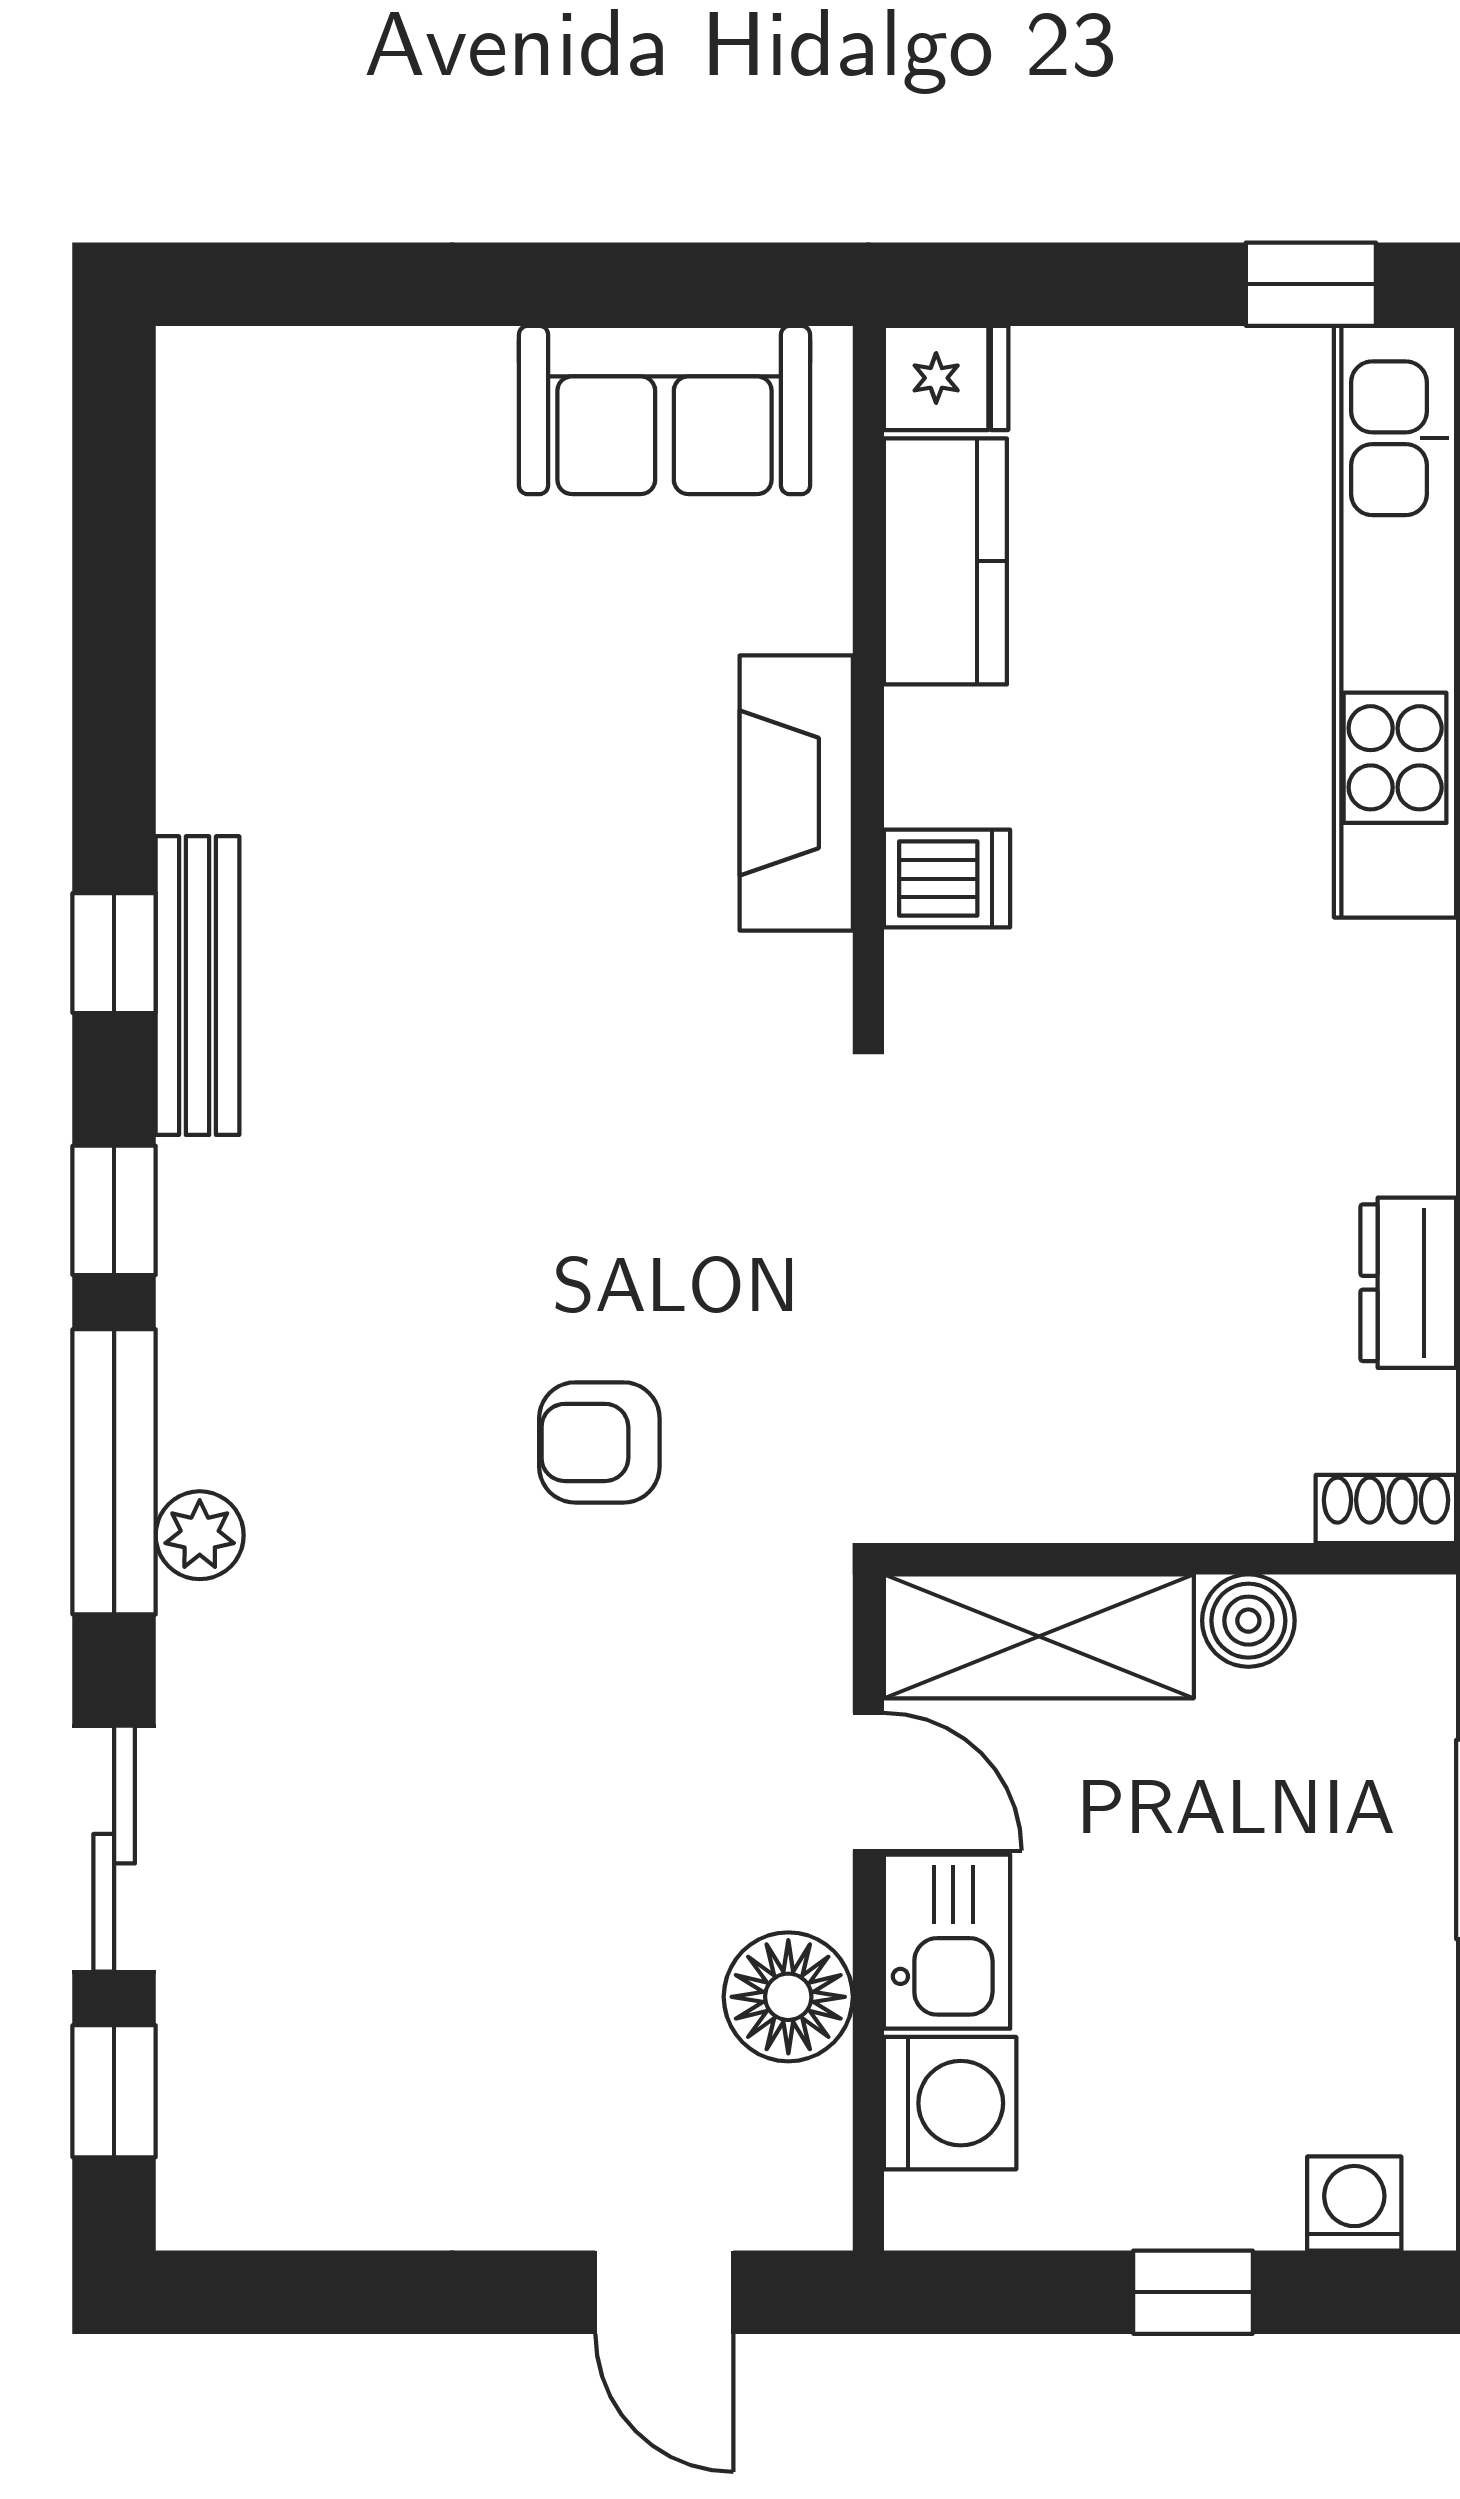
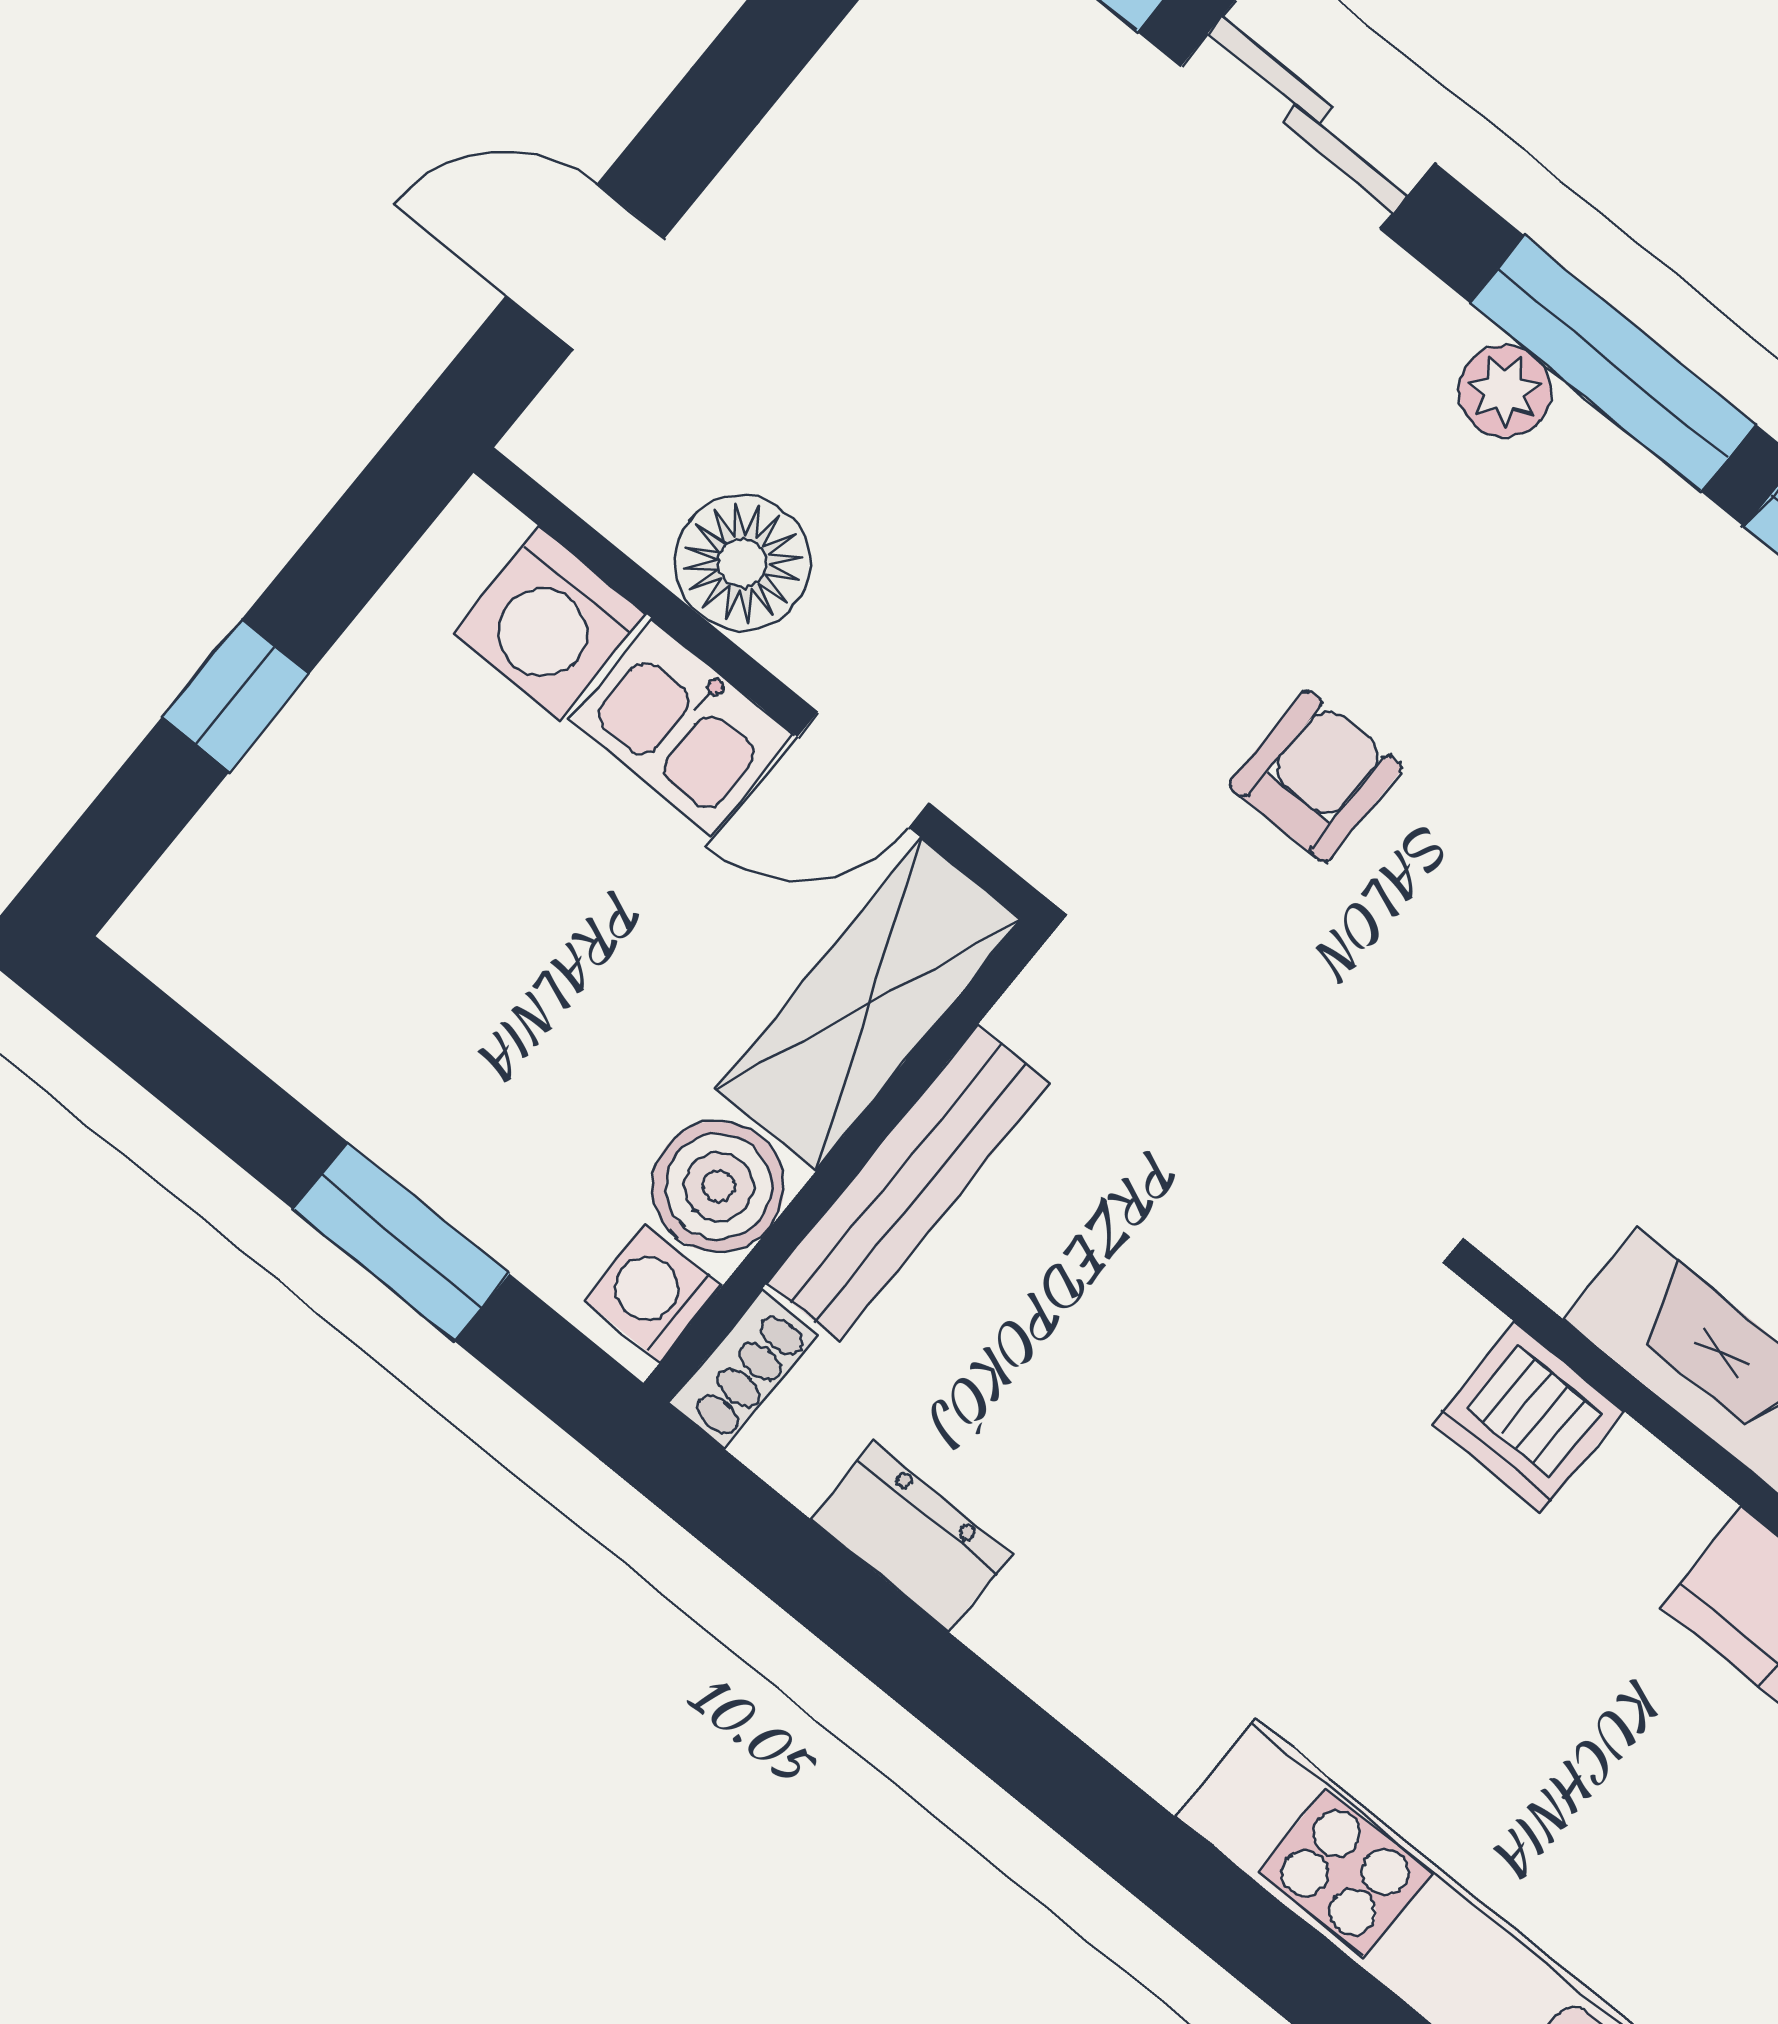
dishwasher: (947, 879) -> (1528, 1418), width x1.38
bench: (1148, 1498) -> (908, 1183), added
boiler: (1248, 1621) -> (718, 1186), width x1.36, depth x1.36
washing machine: (1354, 2204) -> (653, 1293), moved, turned 180

